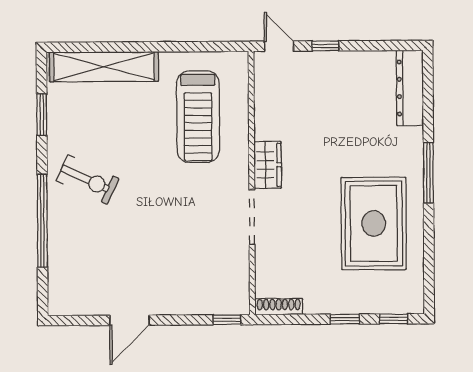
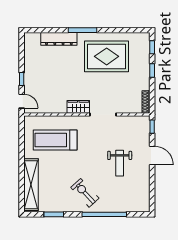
door: (279, 46) -> (22, 101), swing flipped
dresser: (410, 88) -> (59, 39), moved
treadmill: (198, 117) -> (55, 140), turned 180
exercise bike: (87, 180) -> (85, 193), turned -68
weight bench: (150, 252) -> (120, 163), added
door: (130, 320) -> (152, 156), moved

